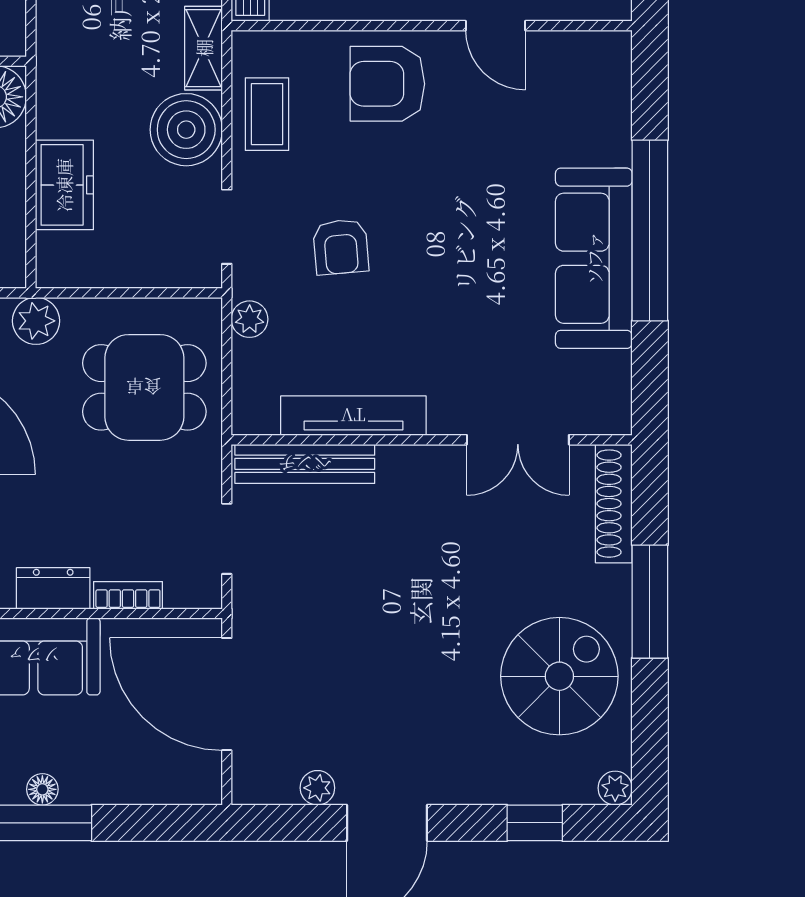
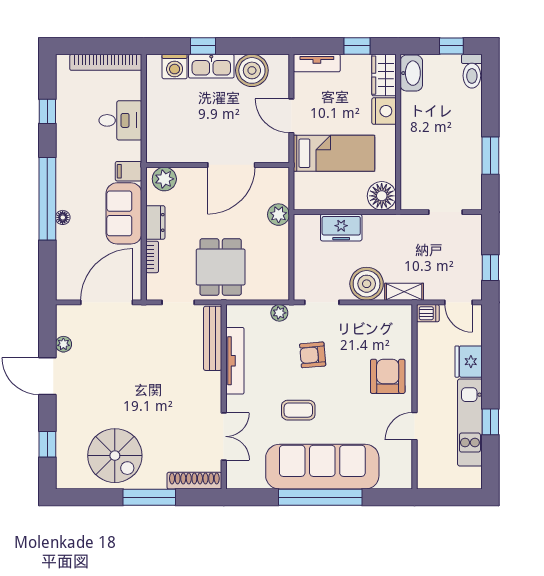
coffee table: (267, 114) -> (298, 410), moved
sofa: (594, 258) -> (322, 467), width x1.36, depth x1.27
dining table: (144, 387) -> (221, 267), moved
double door: (518, 440) -> (224, 436), swing flipped
plant: (615, 788) -> (63, 481), removed

